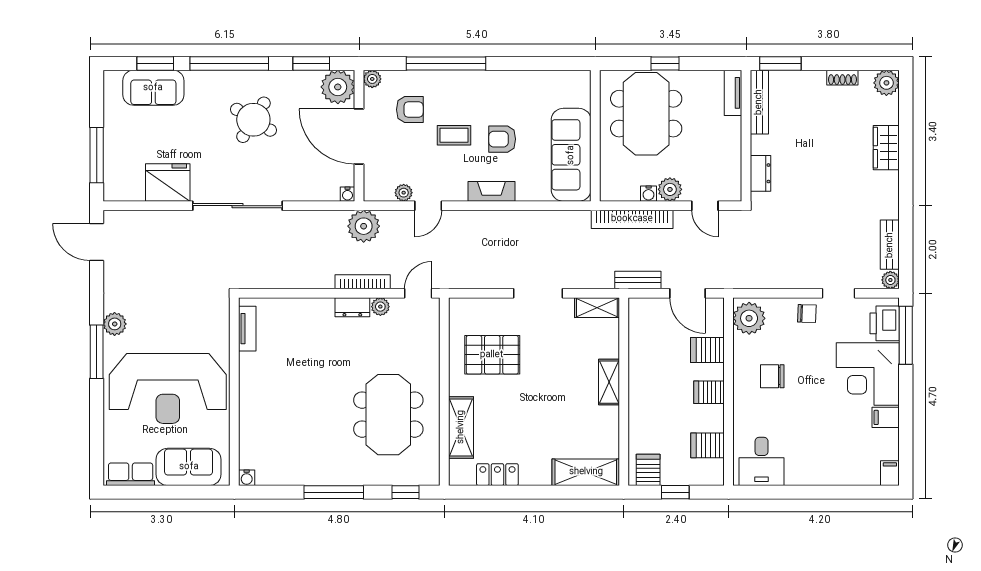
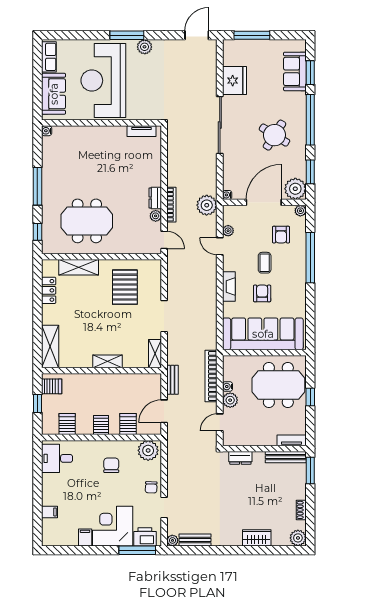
sofa: (571, 155) -> (263, 334), width x1.36, depth x1.27
filing cabinet: (890, 473) -> (50, 512), moved

